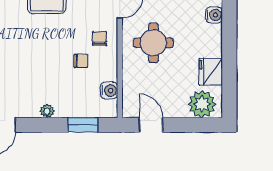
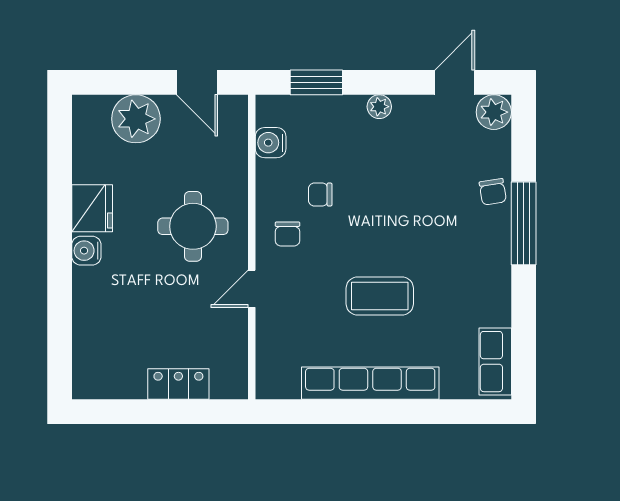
water cooler: (214, 15) -> (86, 251), moved
fridge: (211, 72) -> (92, 208), moved
plant: (202, 104) -> (136, 119), moved

